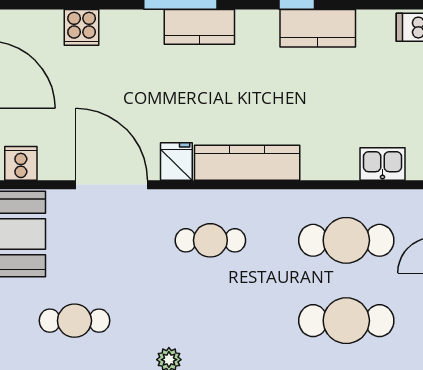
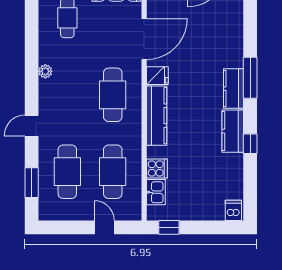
cooker: (82, 27) -> (157, 168), moved, turned 180
kitchen counter: (318, 28) -> (233, 131), moved
cafe table: (210, 240) -> (113, 95), width x1.37, depth x1.35

